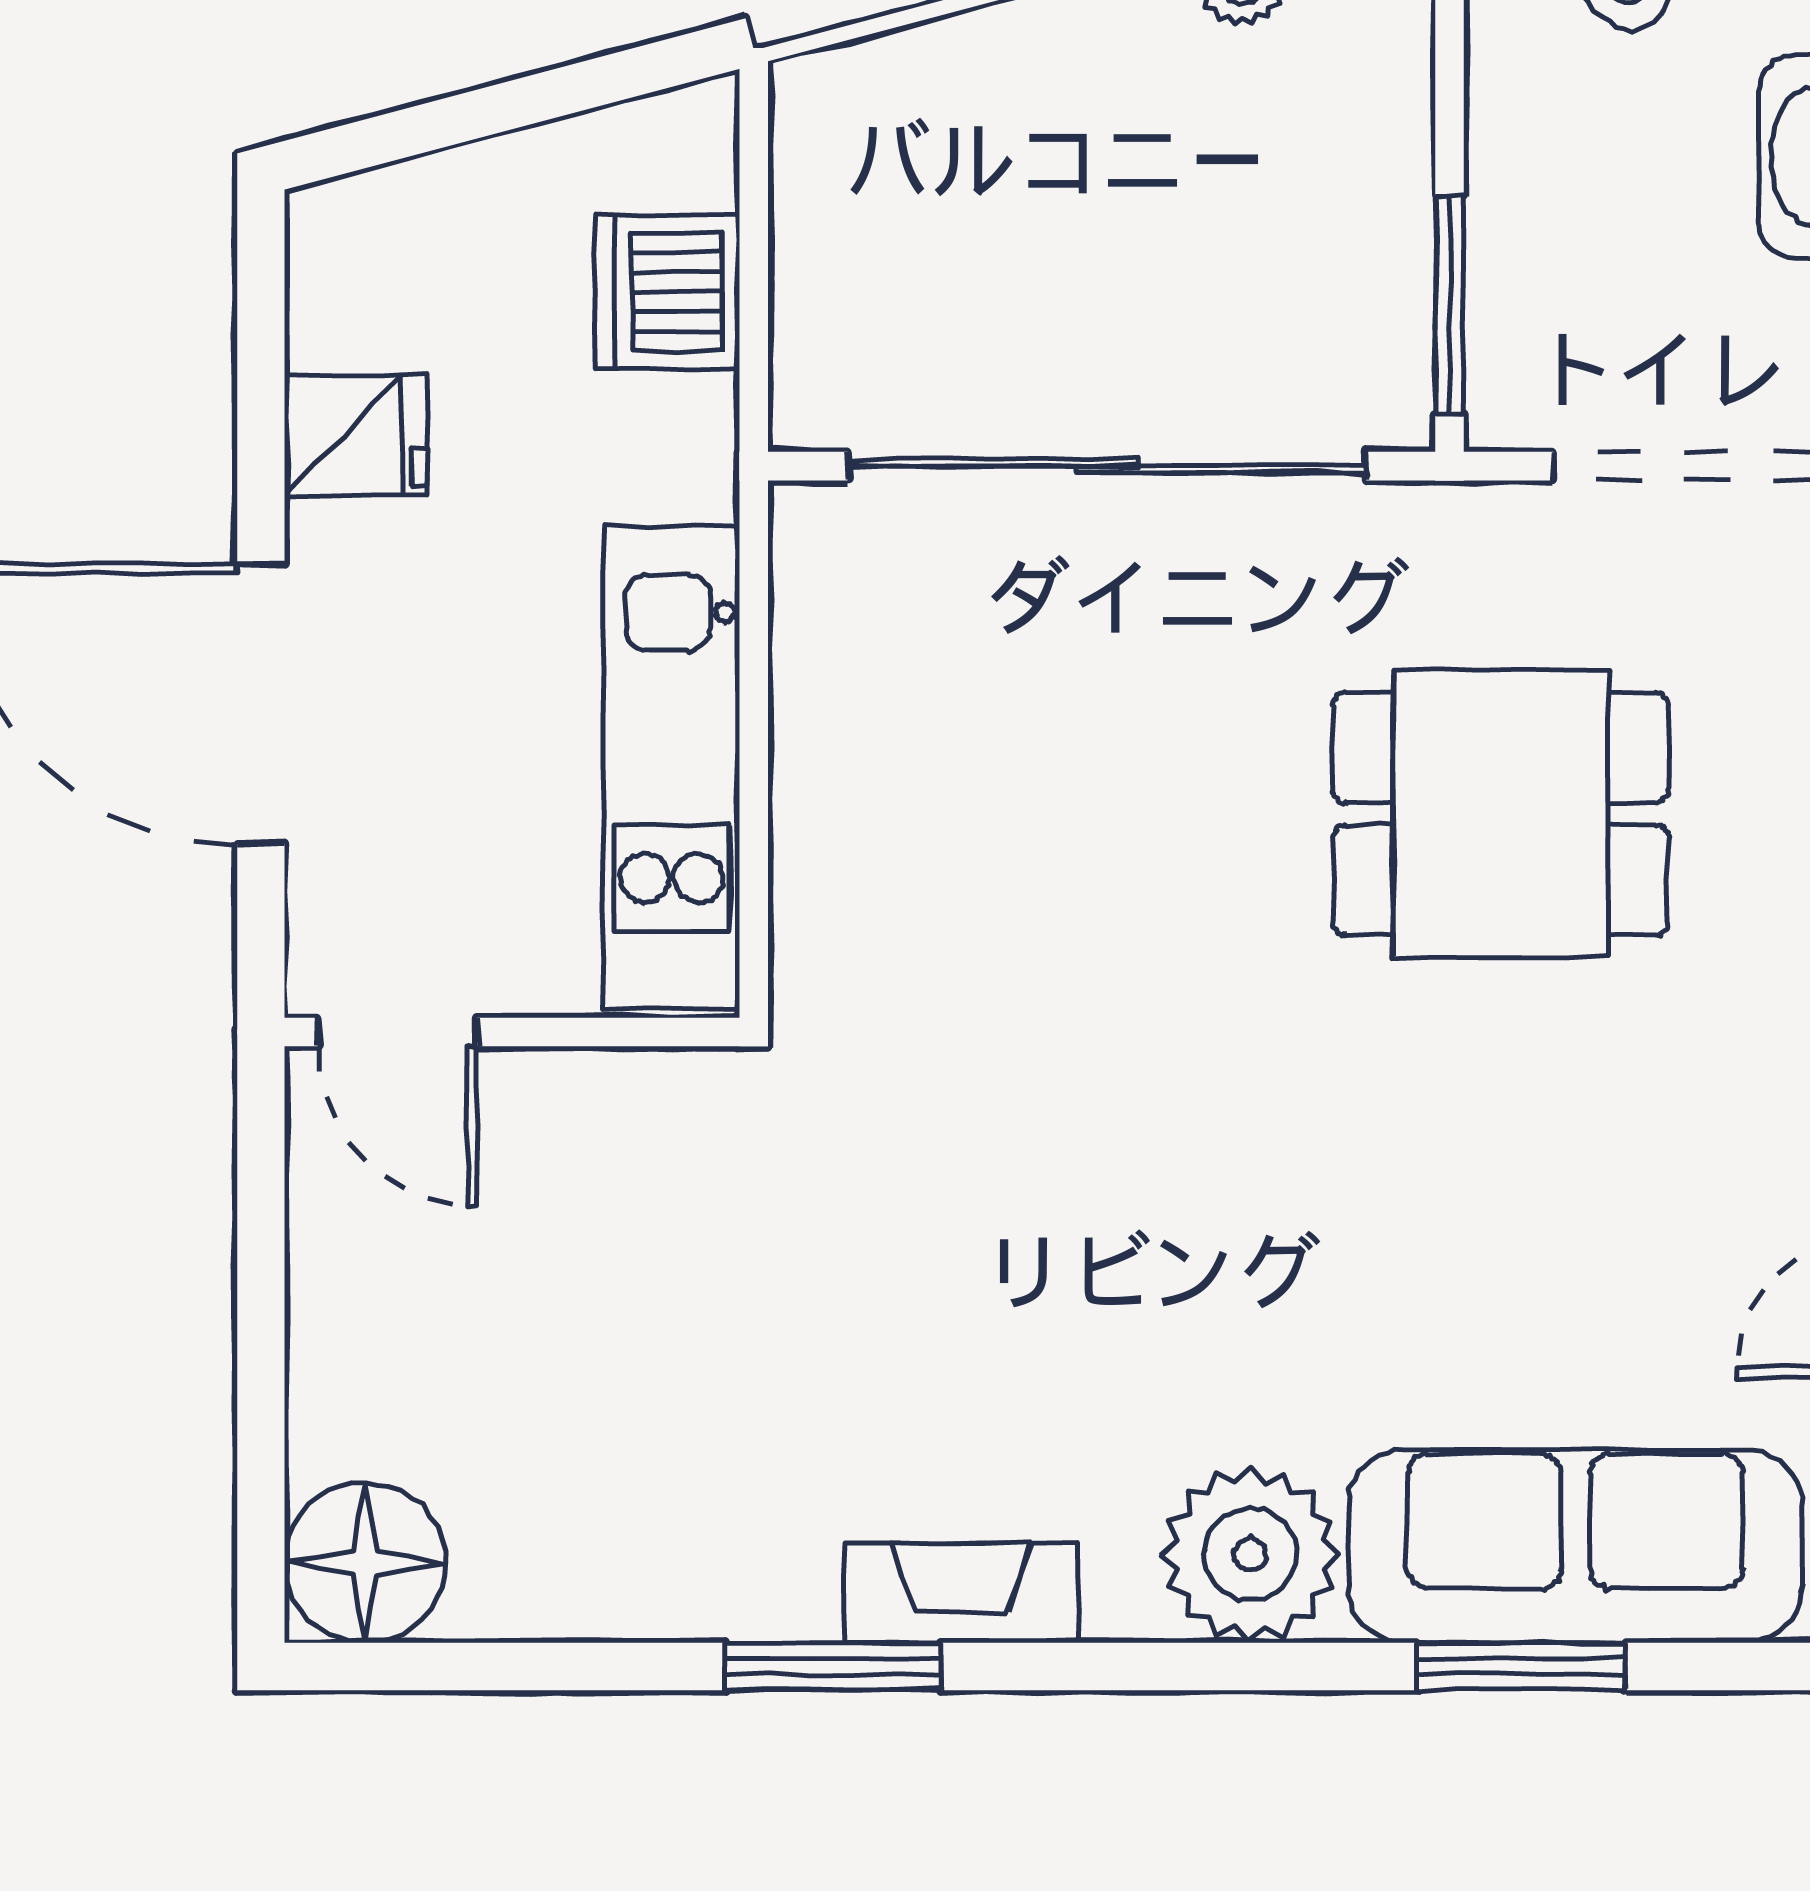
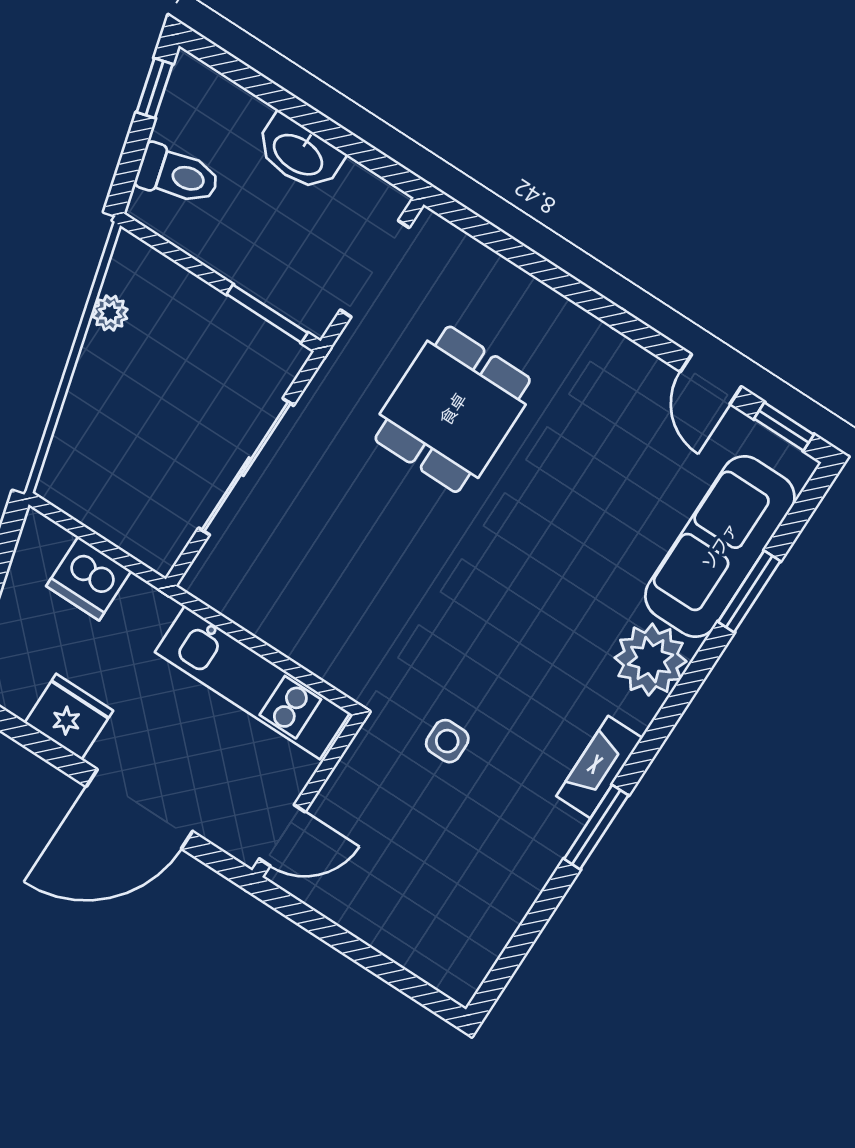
fridge: (356, 435) -> (69, 717), width x1.38
sliding door: (1107, 466) -> (246, 467), width x0.73
side table: (811, 1246) -> (447, 741), added
floor lamp: (365, 1562) -> (456, 964), removed

